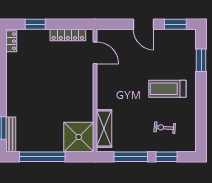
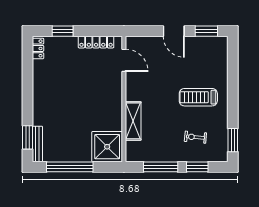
window: (201, 60) -> (233, 140), moved
shelving: (104, 128) -> (133, 121), moved

